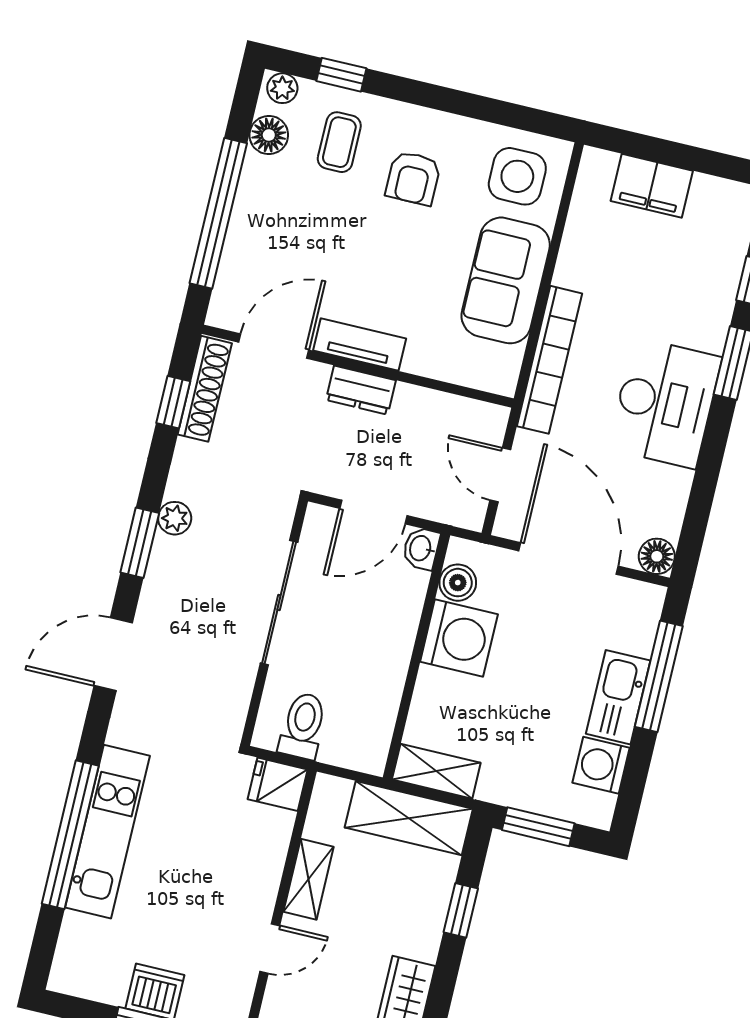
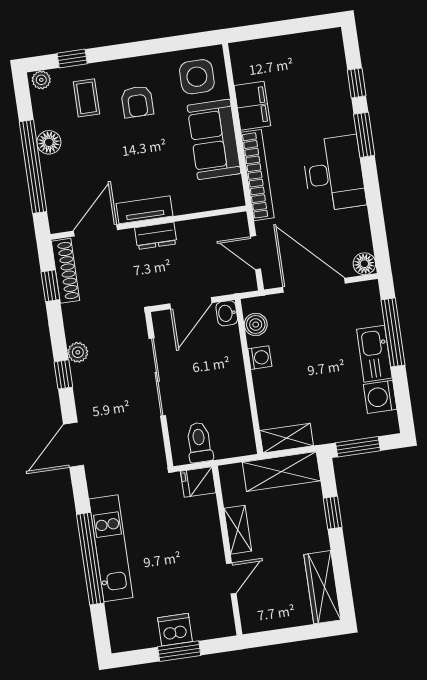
floor lamp: (269, 135) -> (49, 142), moved
filing cabinet: (652, 186) -> (252, 106), moved, turned -90
window: (140, 543) -> (63, 374), width x0.67
washing machine: (459, 638) -> (260, 358), width x0.53, depth x0.53

